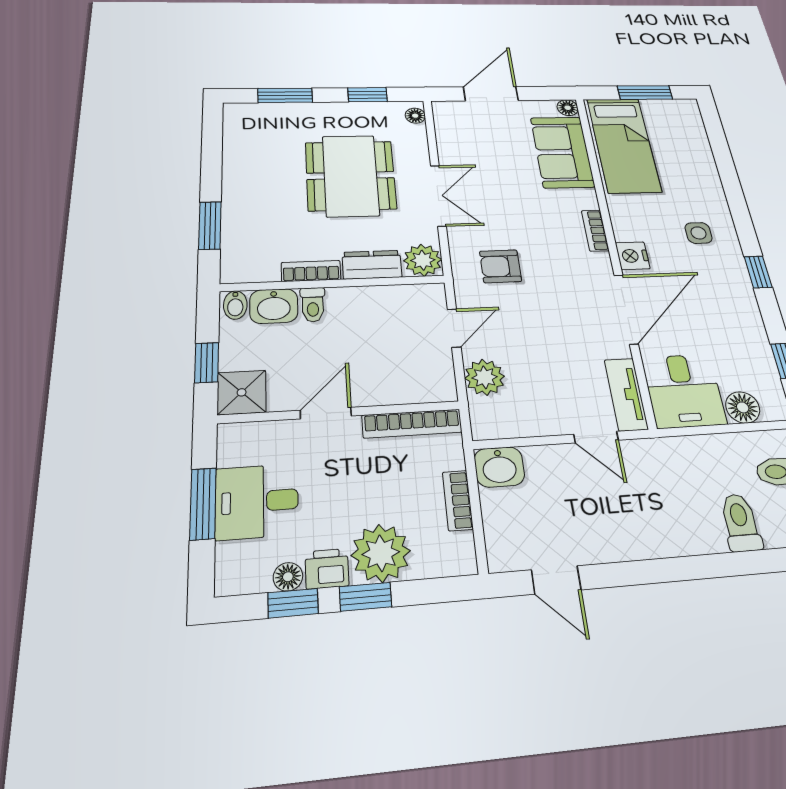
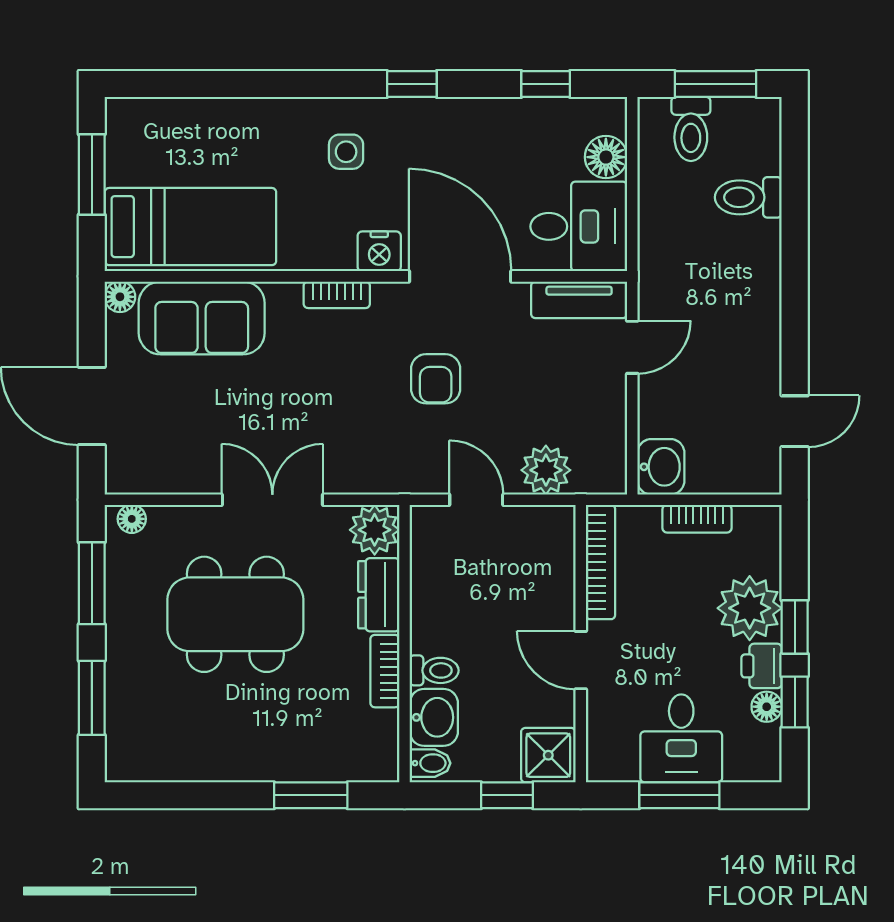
window: (367, 95) -> (92, 583), width x1.50
armchair: (500, 266) -> (436, 379), moved

